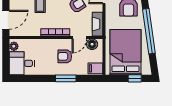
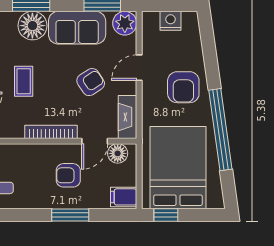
window: (135, 78) -> (166, 215), moved

